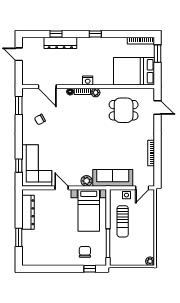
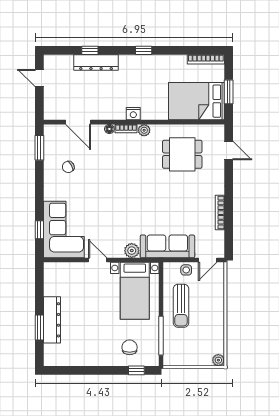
window: (158, 54) -> (229, 92), moved
dresser: (28, 212) -> (52, 320), moved

